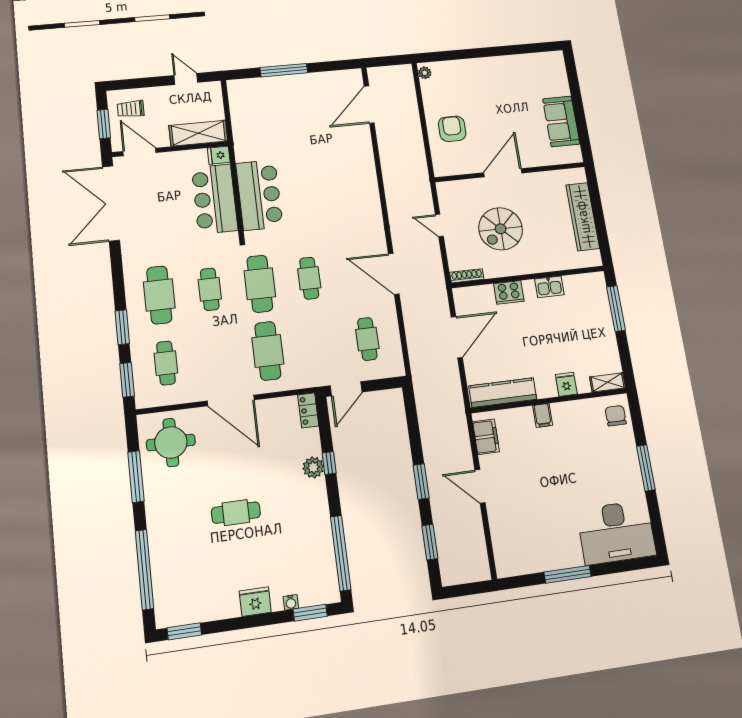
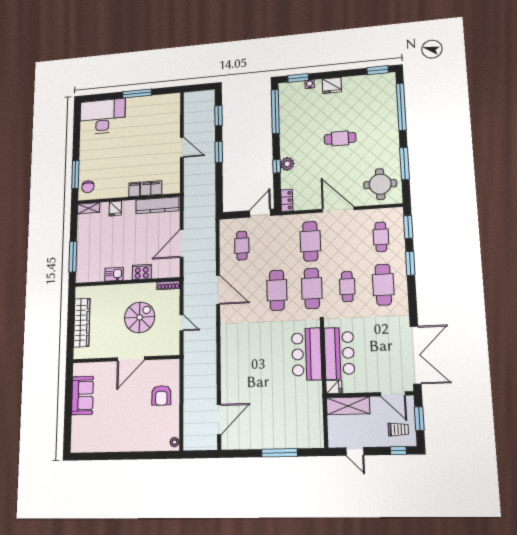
window: (130, 84) -> (398, 451), added
cafe table: (309, 278) -> (277, 290), width x1.37, depth x1.35
filing cabinet: (486, 437) -> (151, 188), moved, turned 90
window: (646, 468) -> (75, 175), moved

